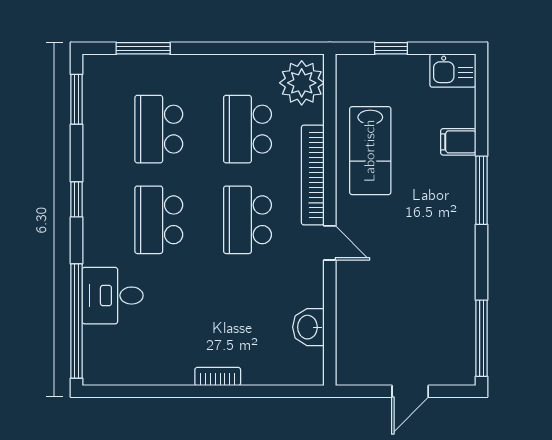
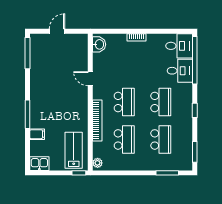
window: (391, 48) -> (79, 173), moved
plant: (302, 83) -> (97, 163), width x0.53, depth x0.53
lab bench: (370, 151) -> (74, 150), moved
door: (330, 243) -> (90, 79), moved
washbasin: (308, 327) -> (99, 44), moved
desk: (114, 356) -> (179, 46), added

